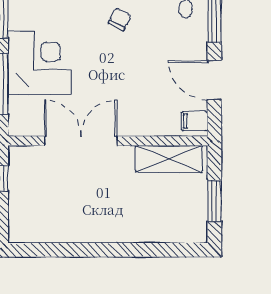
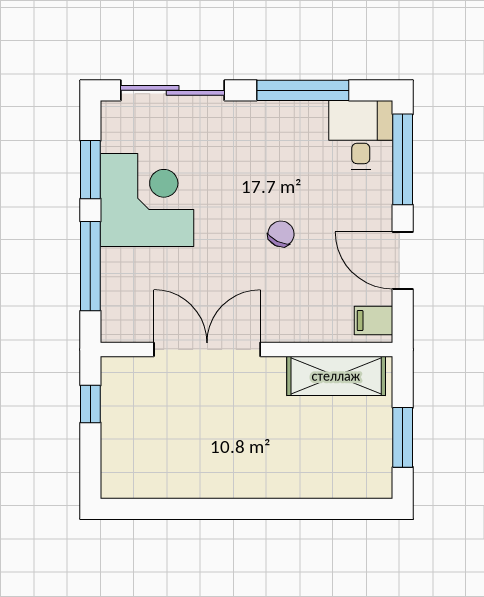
chair: (120, 19) -> (281, 234), moved
corner desk: (40, 63) -> (147, 200), moved

